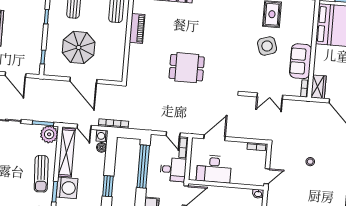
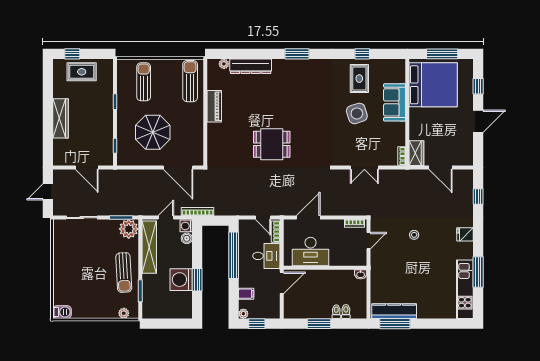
sofa: (301, 61) -> (395, 102), moved
door: (83, 80) -> (178, 167), moved
door: (84, 127) -> (166, 218), swing flipped
door: (267, 176) -> (368, 241), moved
washing machine: (67, 188) -> (181, 280), moved, turned 180

